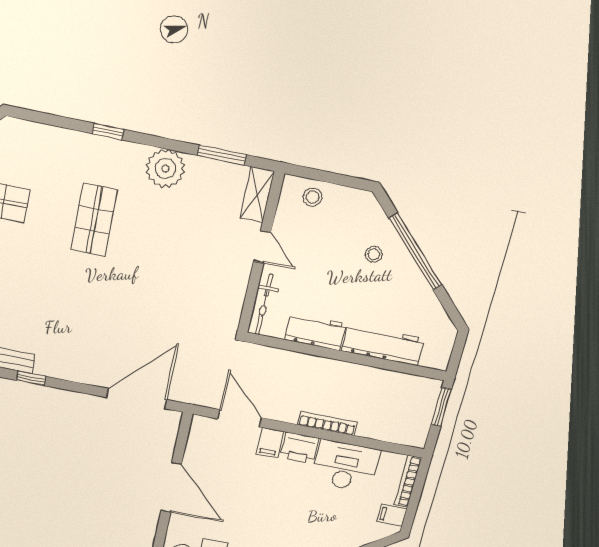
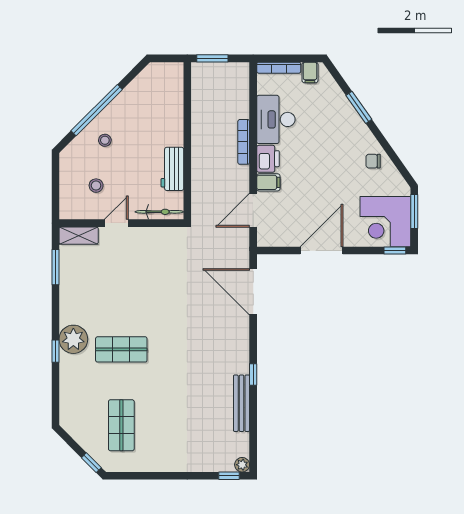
plant: (165, 169) -> (73, 339), moved
stool: (313, 197) -> (96, 186), moved
workbench: (383, 345) -> (172, 116), removed

